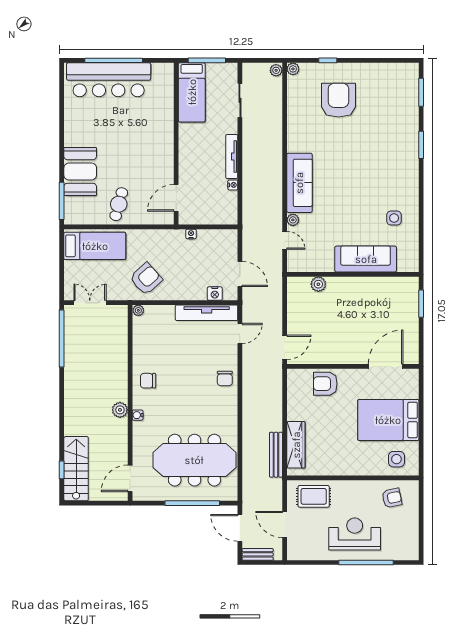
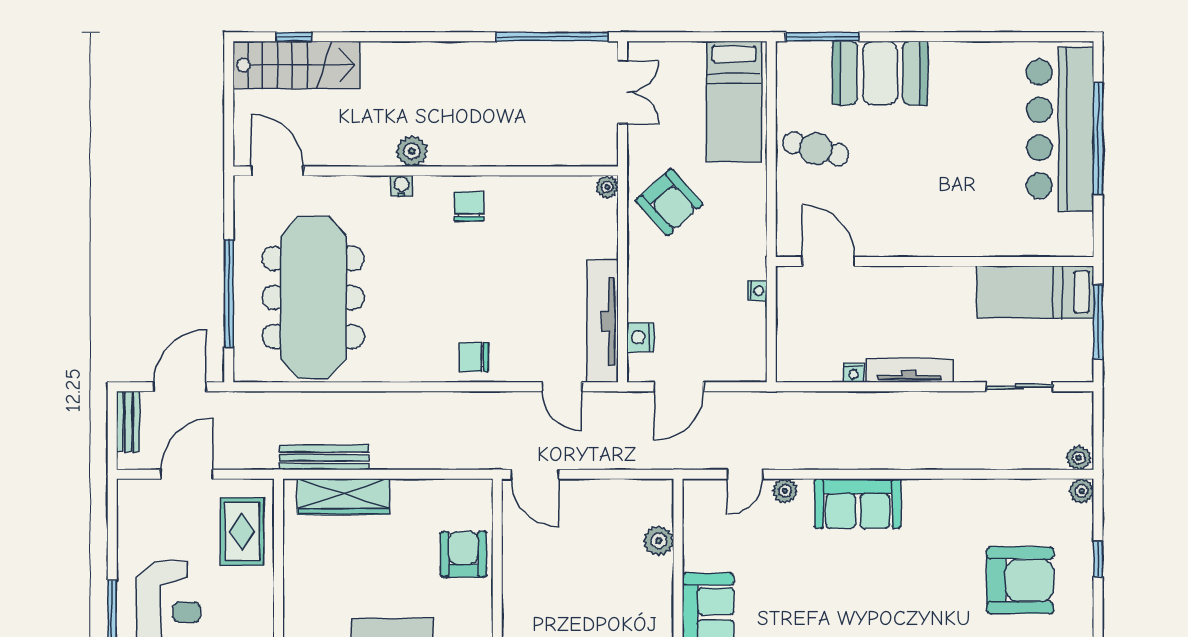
sofa: (299, 183) -> (858, 504), width x0.73

